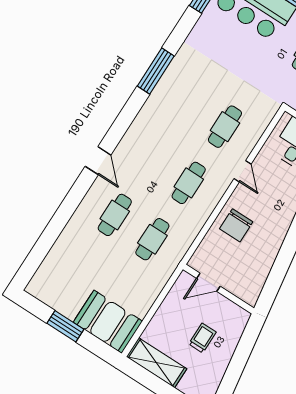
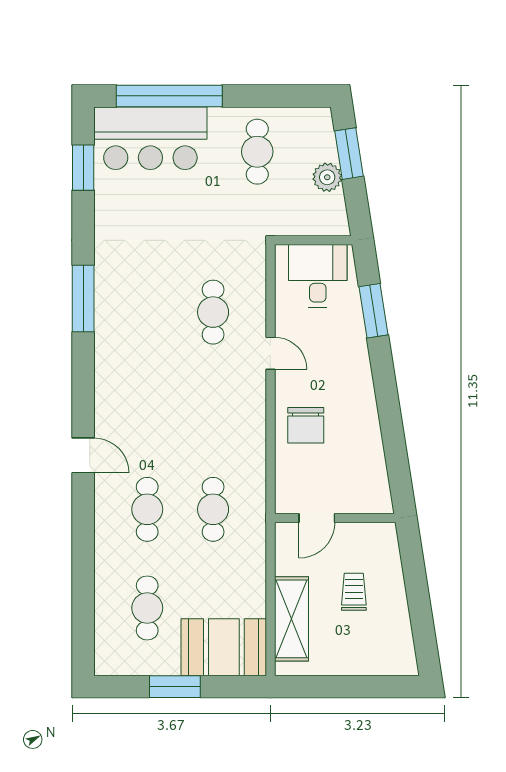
cafe table: (189, 183) -> (147, 608), moved
shelving: (157, 363) -> (291, 619), moved, turned 90

